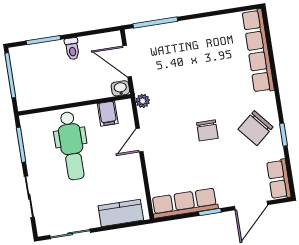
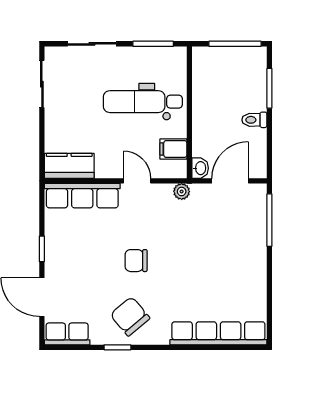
row of seats: (185, 203) -> (82, 196), moved, turned 90
kitchen counter: (121, 213) -> (69, 166), moved, turned -90

